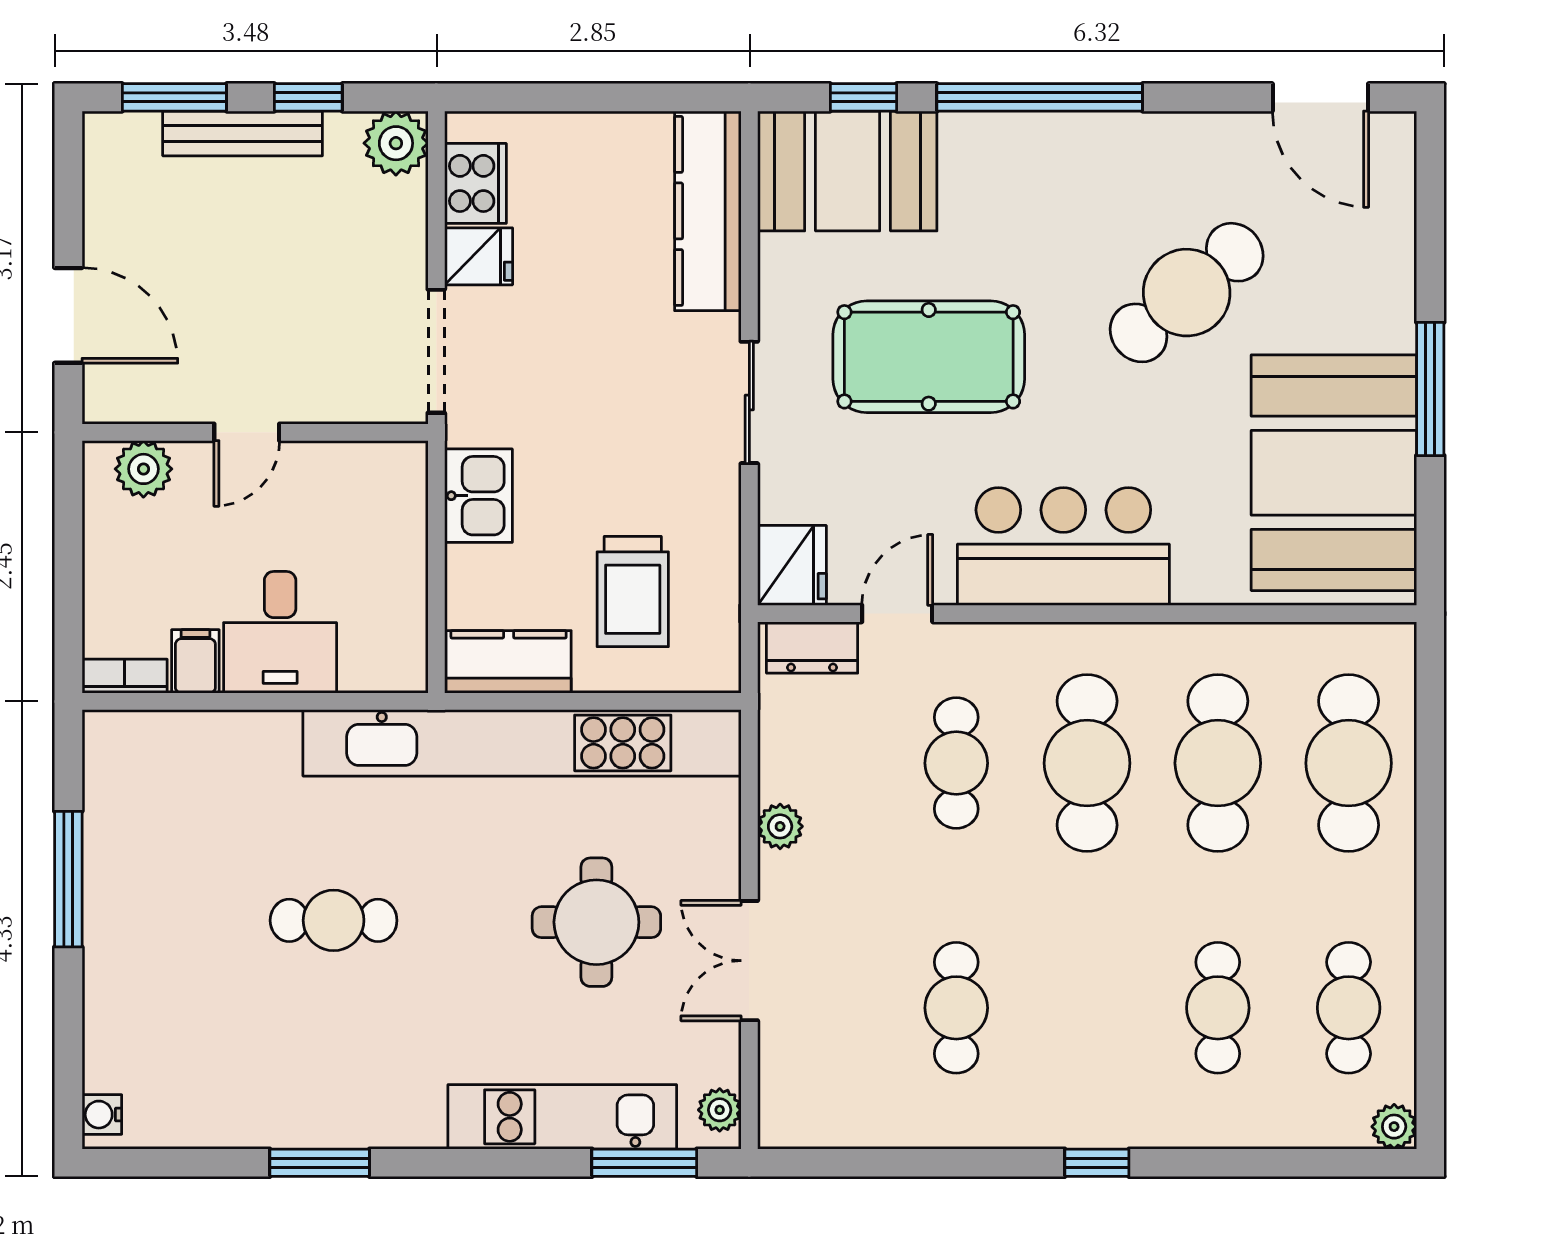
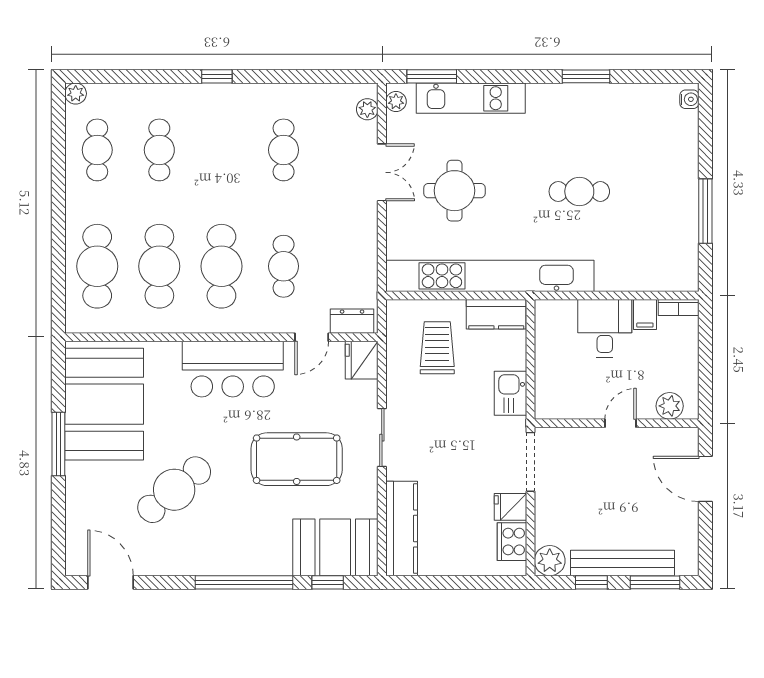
bench: (243, 133) -> (623, 563), width x1.37, depth x1.21
plant: (780, 826) -> (367, 109), moved

